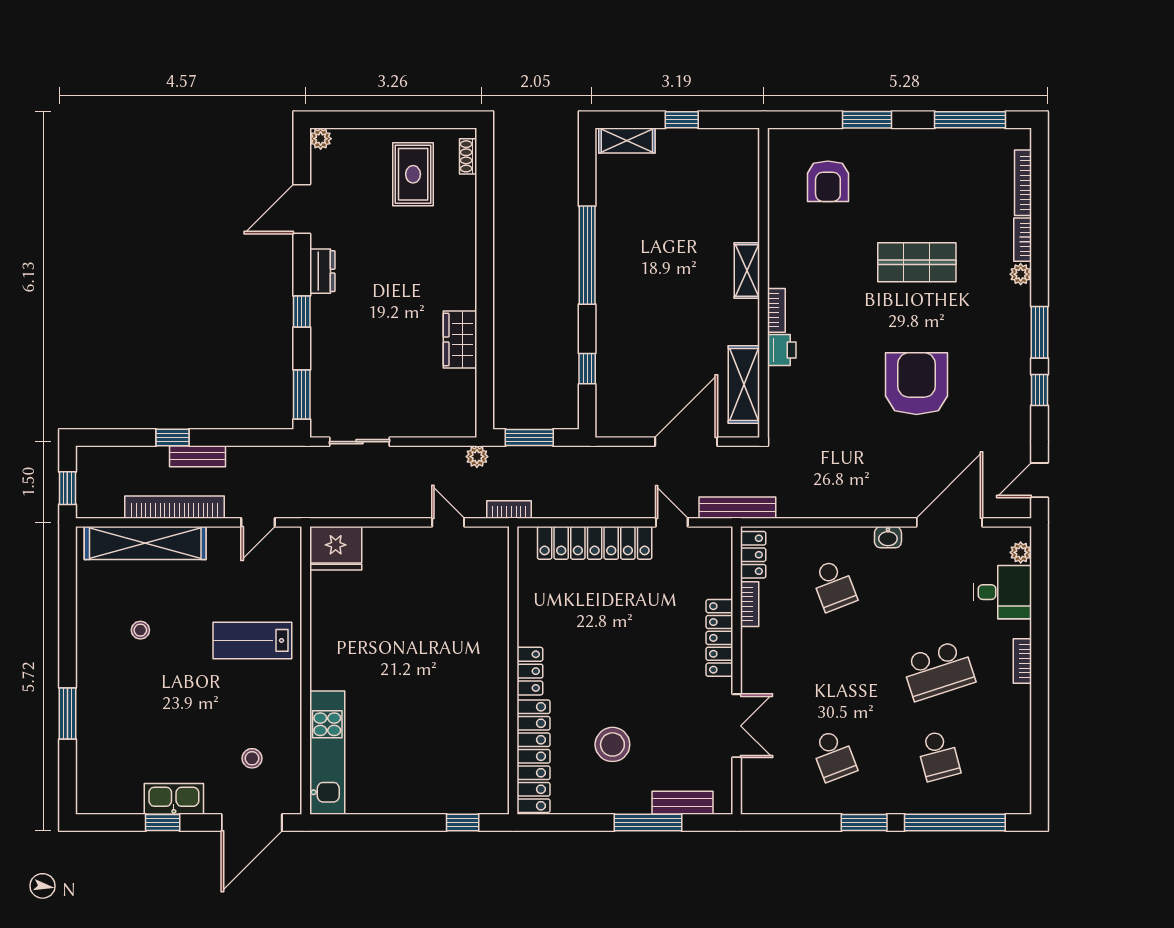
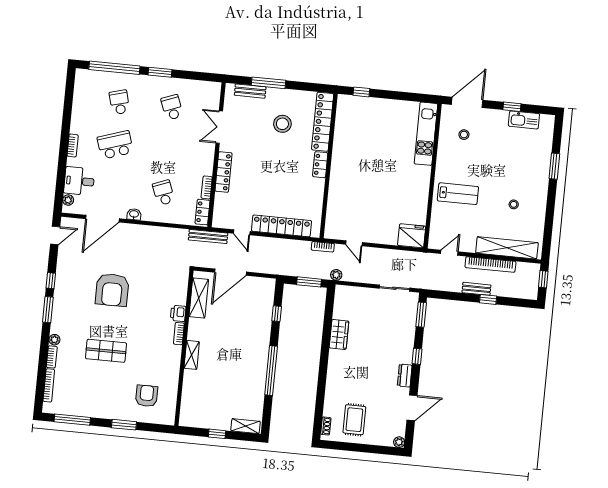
kitchen sink: (174, 799) -> (524, 120), moved

